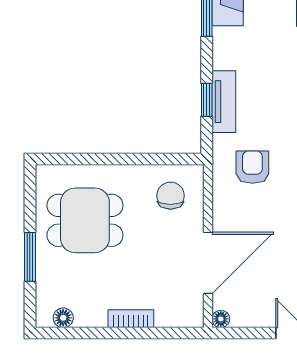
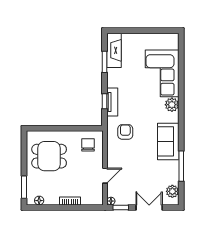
window: (30, 257) -> (24, 187), moved
door: (208, 263) -> (105, 176), width x0.53
window: (242, 333) -> (121, 207), added

